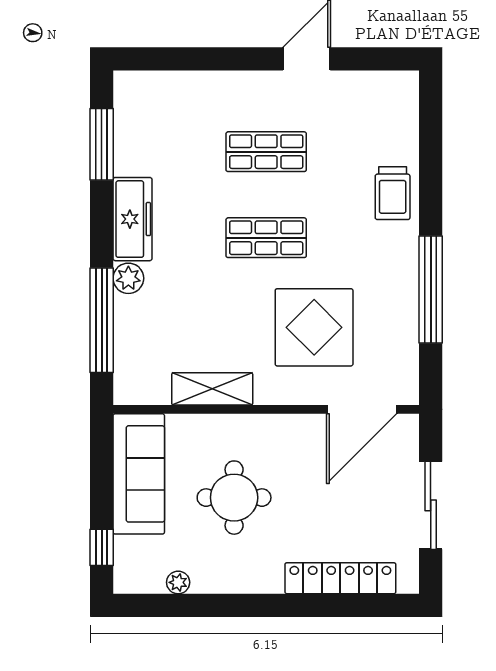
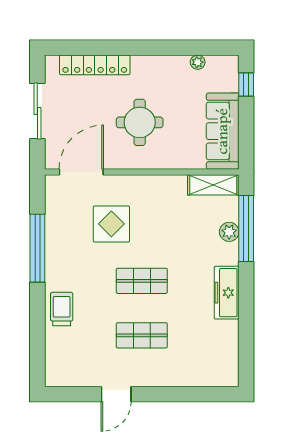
window: (102, 144) -> (246, 340), removed
plant: (128, 278) -> (229, 232), moved
display table: (314, 327) -> (111, 224), width x0.73, depth x0.73
shelving: (212, 389) -> (213, 185), moved
round table: (234, 498) -> (140, 122), moved

